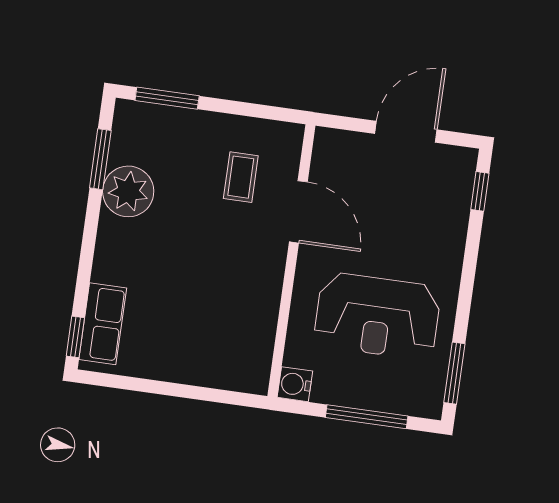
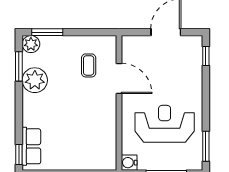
plant: (131, 118) -> (31, 44), added
reception desk: (377, 316) -> (165, 124), turned 180

